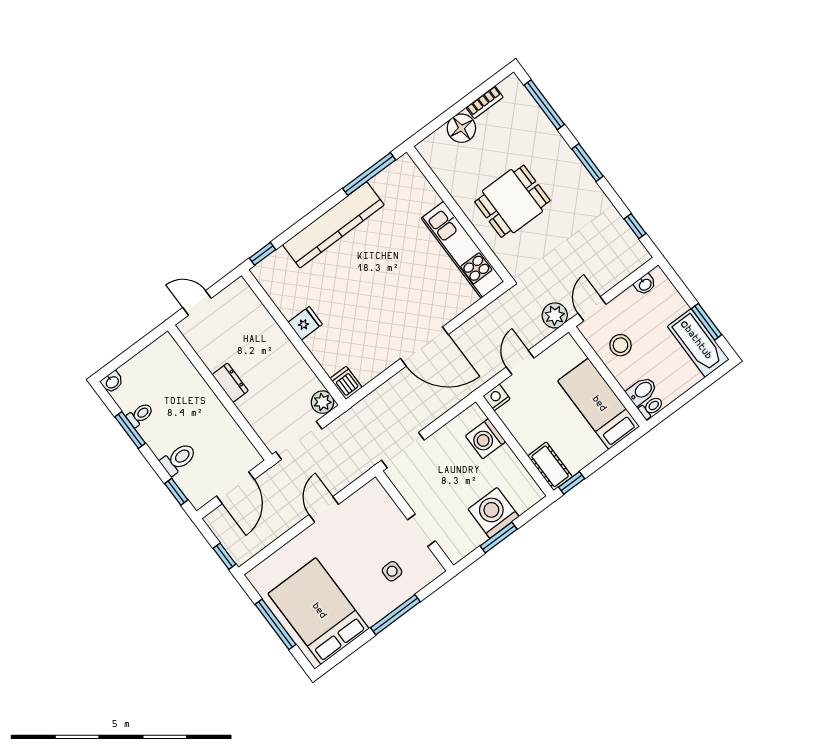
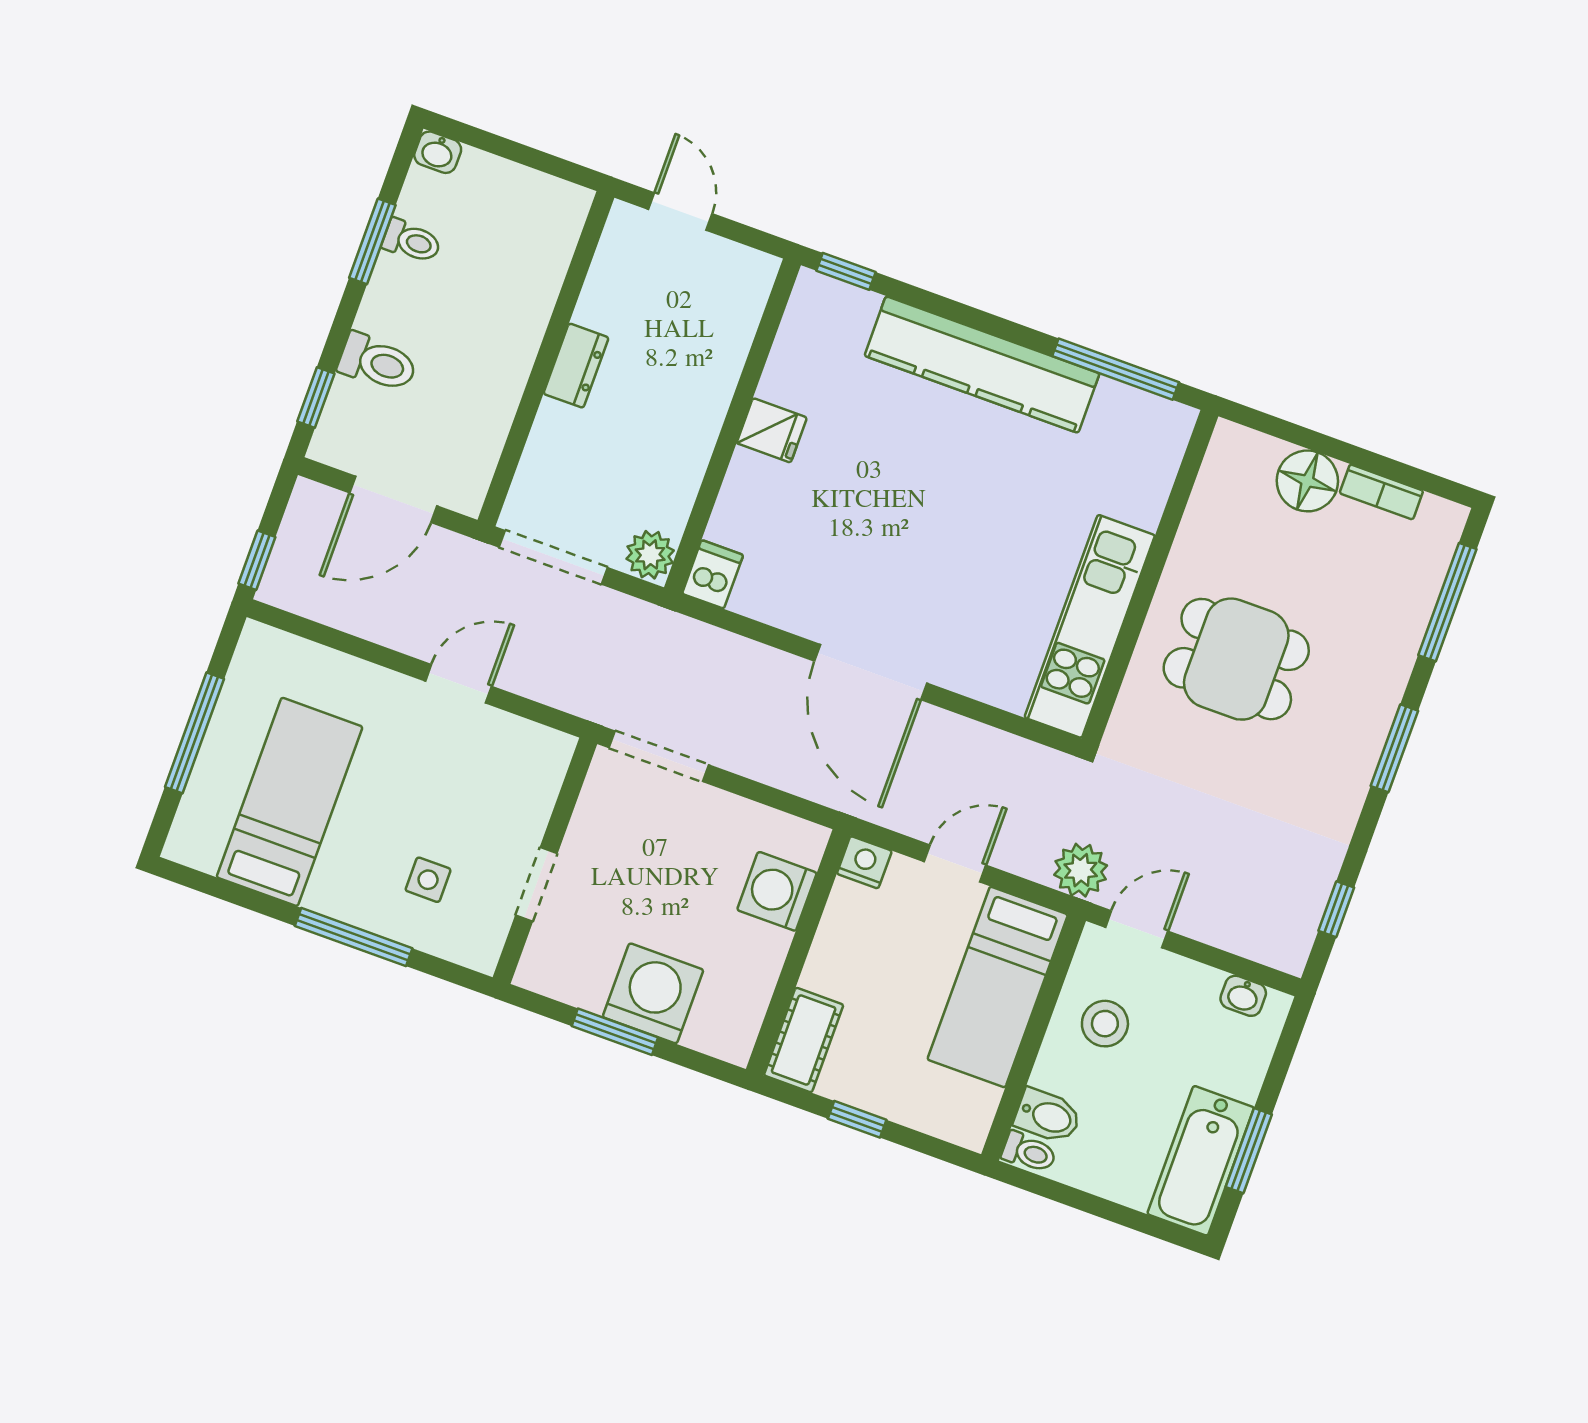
bed: (599, 404) -> (998, 987), moved, turned 180
window: (572, 483) -> (857, 1119), moved
bed: (319, 611) -> (290, 802), width x0.67

